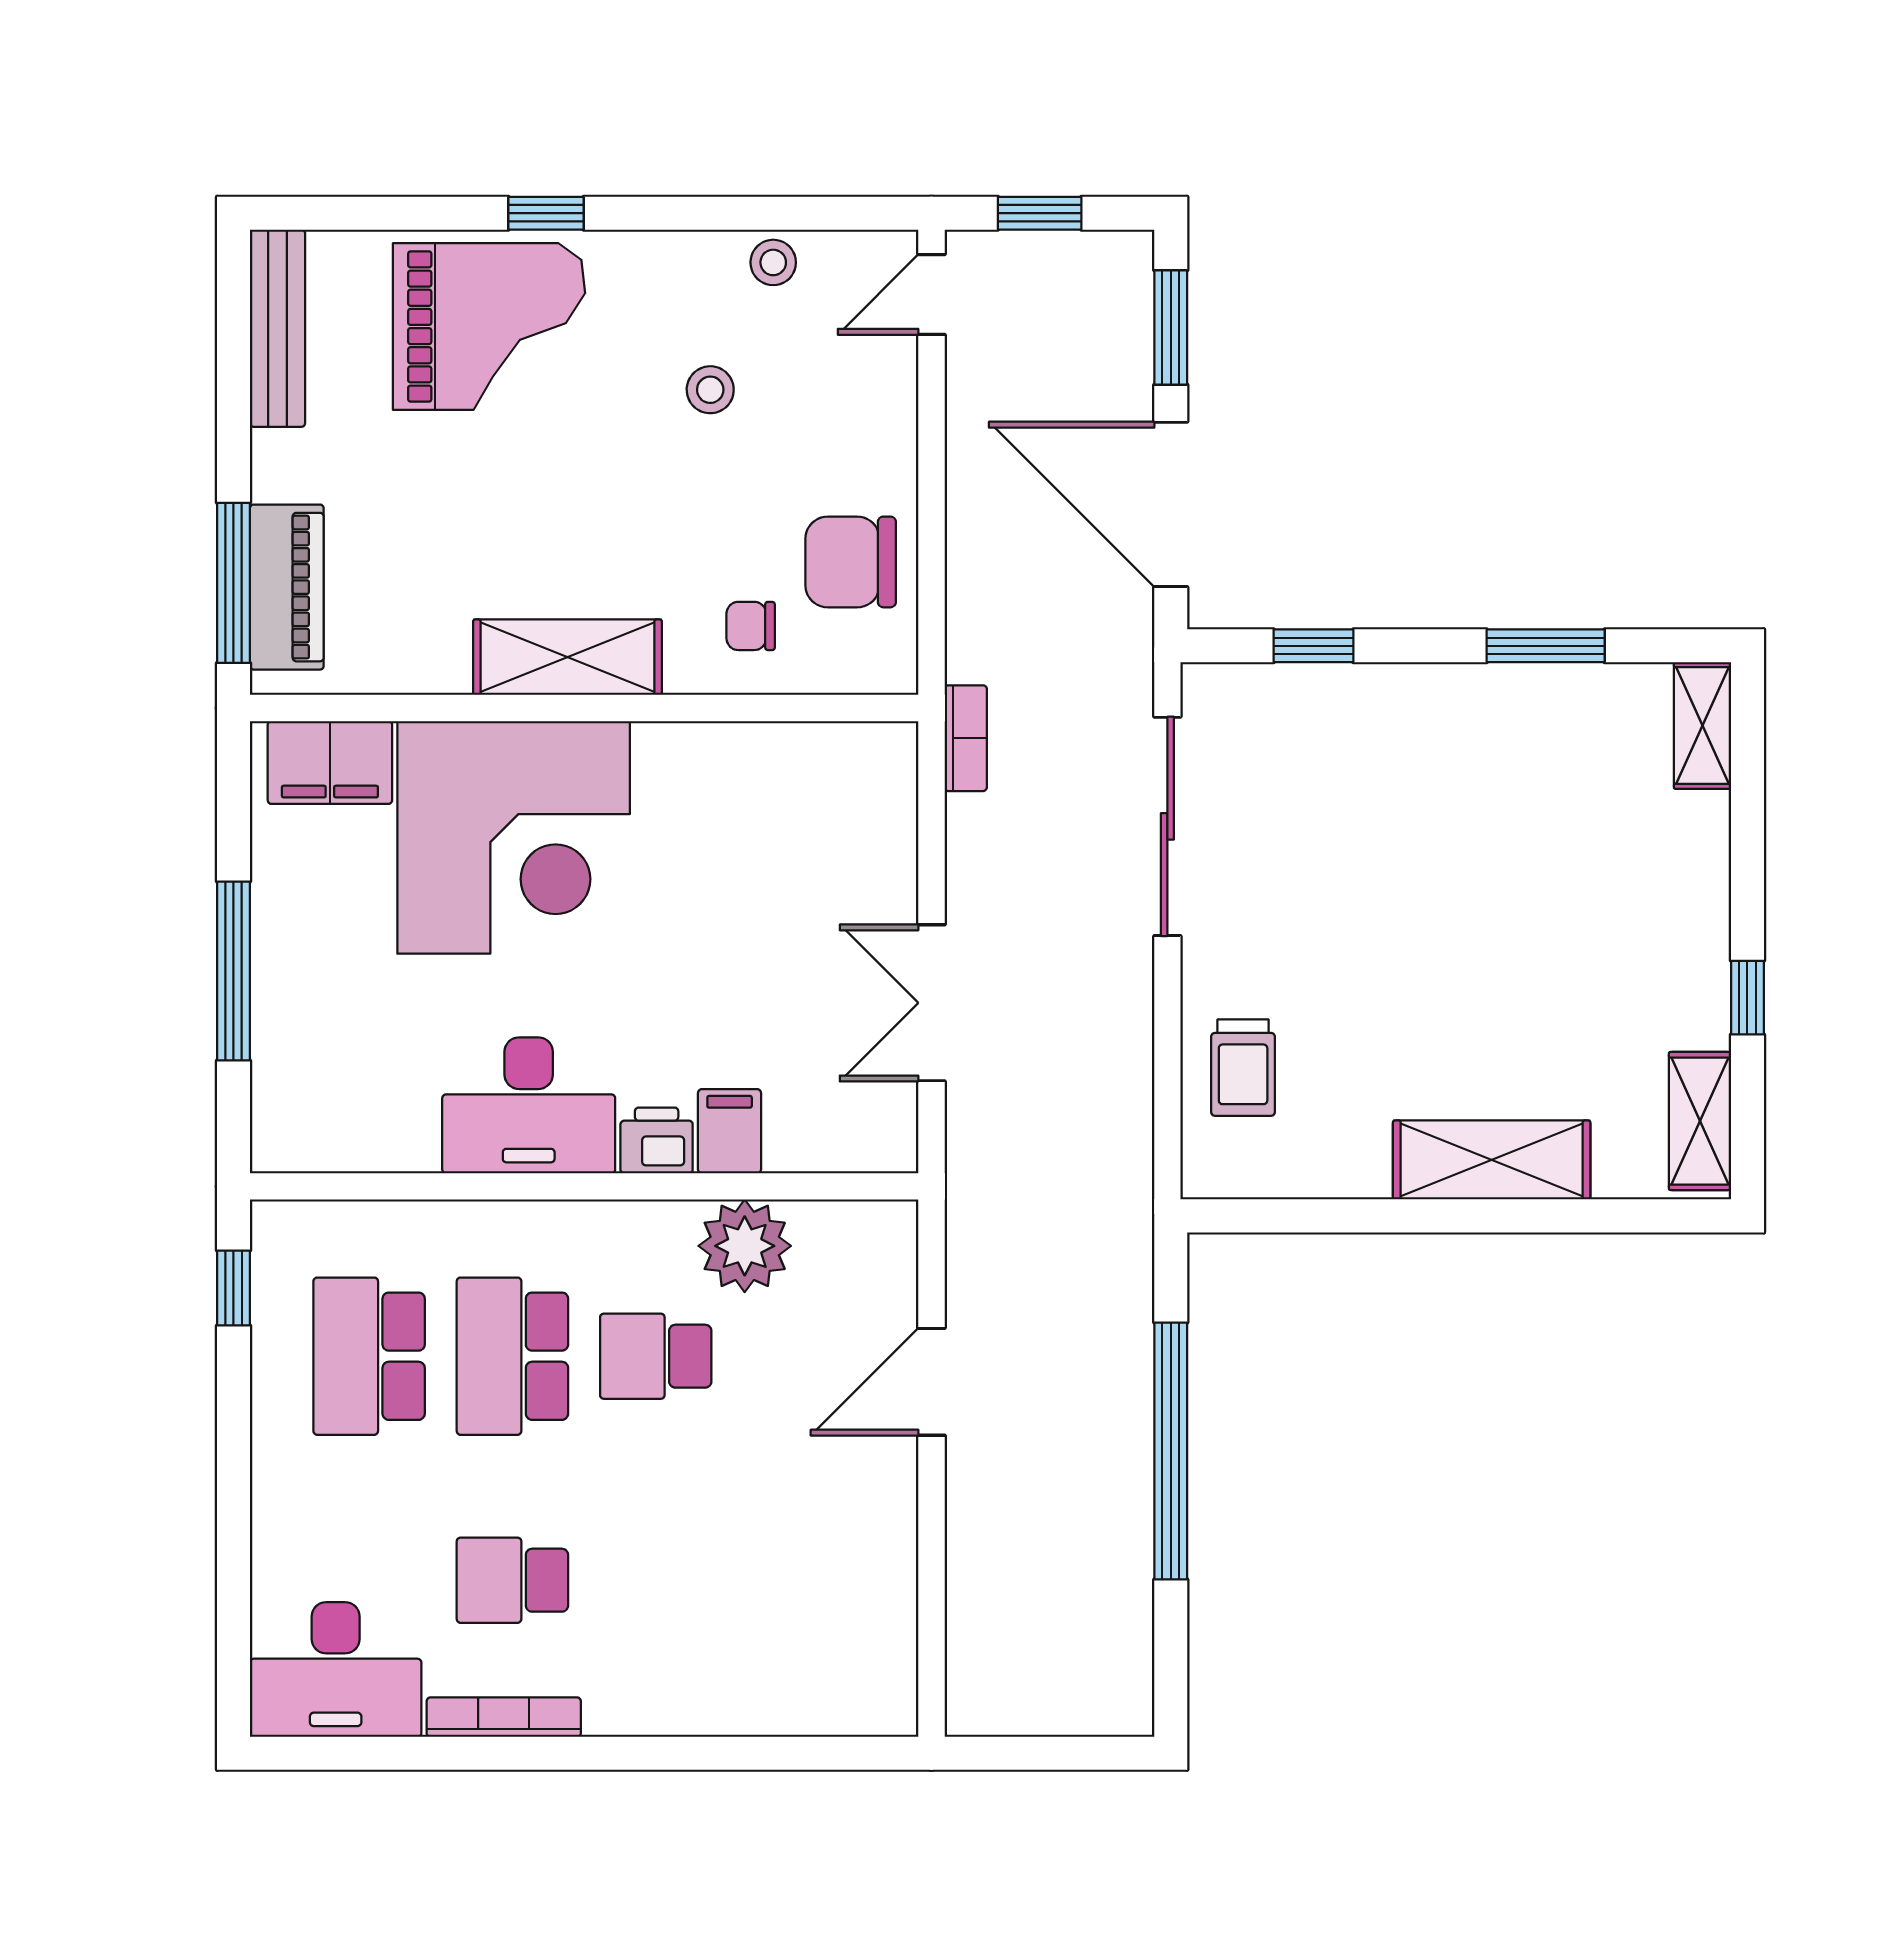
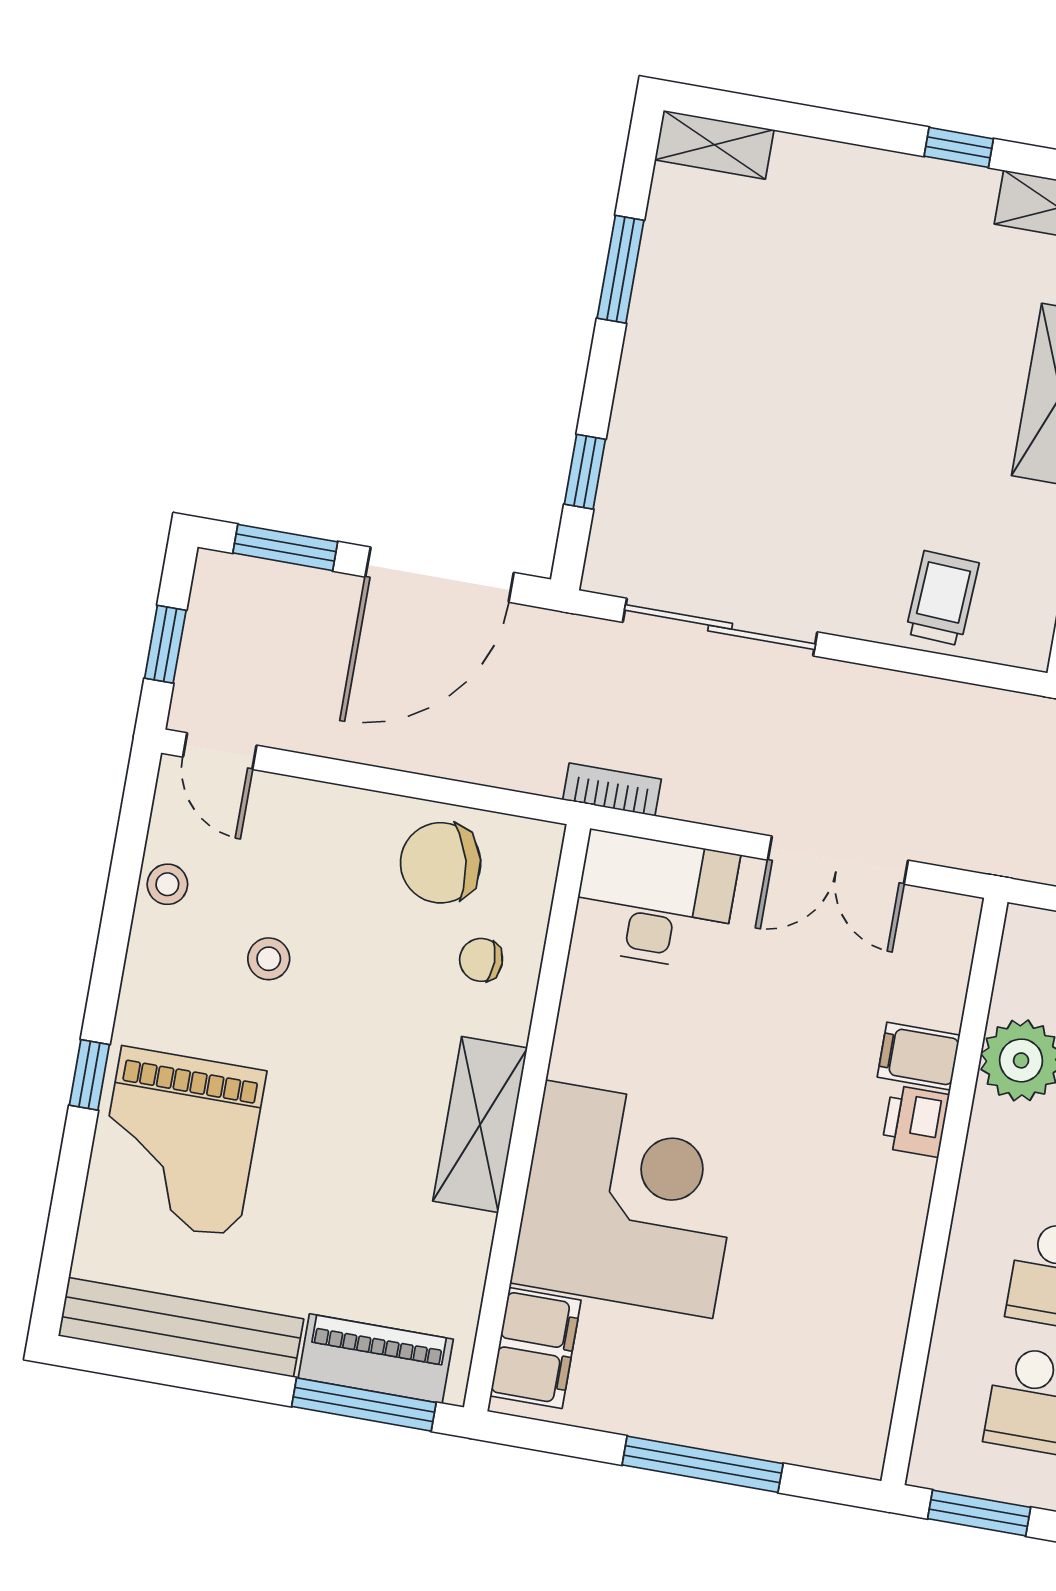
grand piano: (489, 326) -> (180, 1142), turned 180
bench: (277, 328) -> (181, 1327), width x1.37, depth x1.21
chair: (851, 562) -> (441, 863), turned 76
chair: (751, 626) -> (481, 960), turned 90
trolley: (1243, 1068) -> (942, 598), turned -87
desk: (529, 1105) -> (655, 901), moved, turned -90
window: (233, 1288) -> (979, 1513), width x1.50

